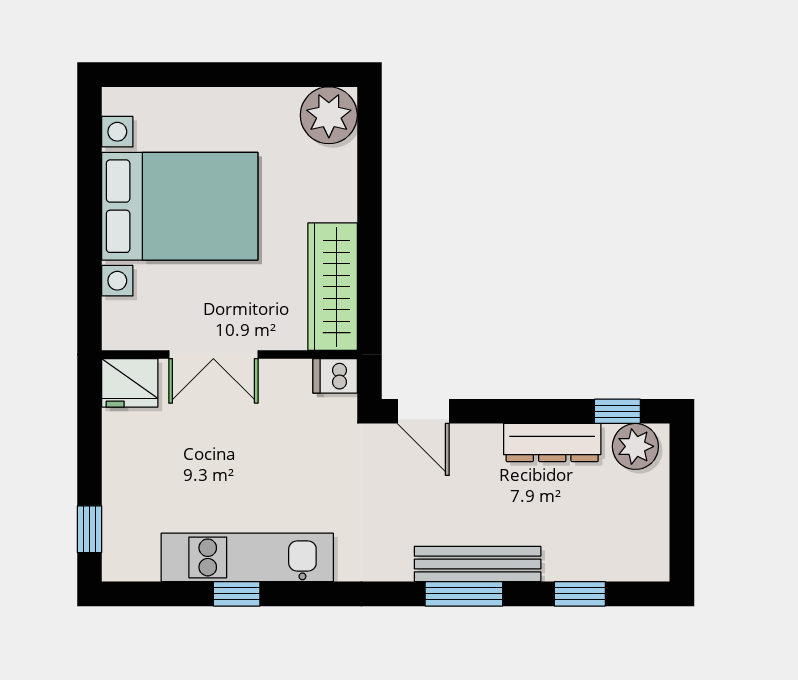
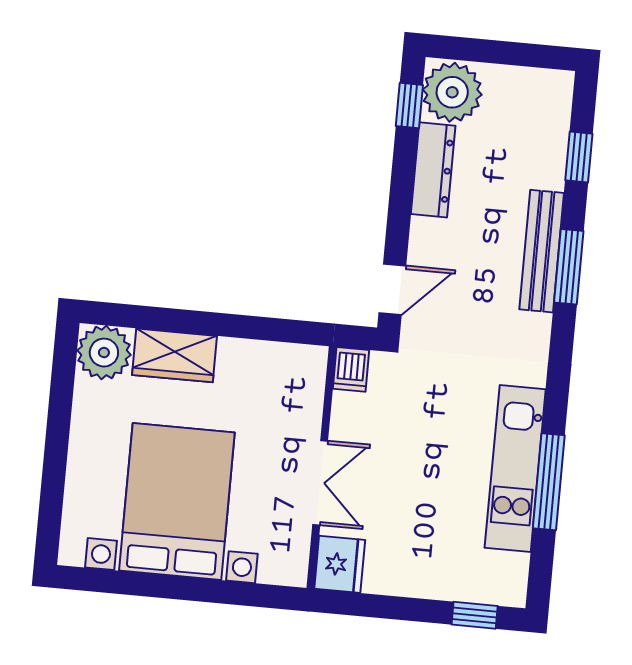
wardrobe: (333, 287) -> (175, 355), moved, width x0.67
plant: (635, 446) -> (452, 92), width x1.36, depth x1.36
window: (237, 594) -> (549, 482), width x2.17

